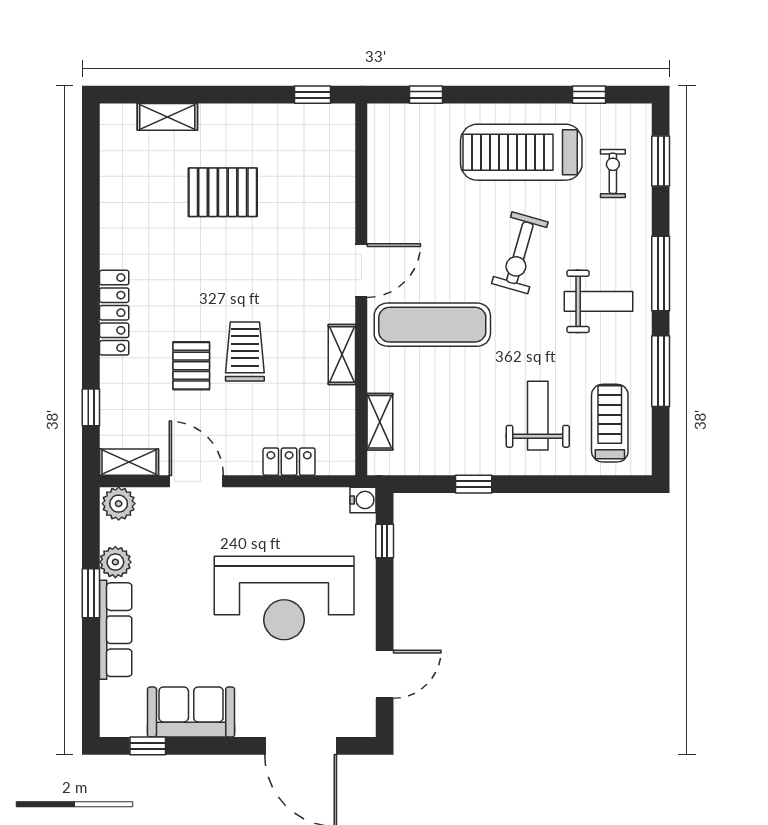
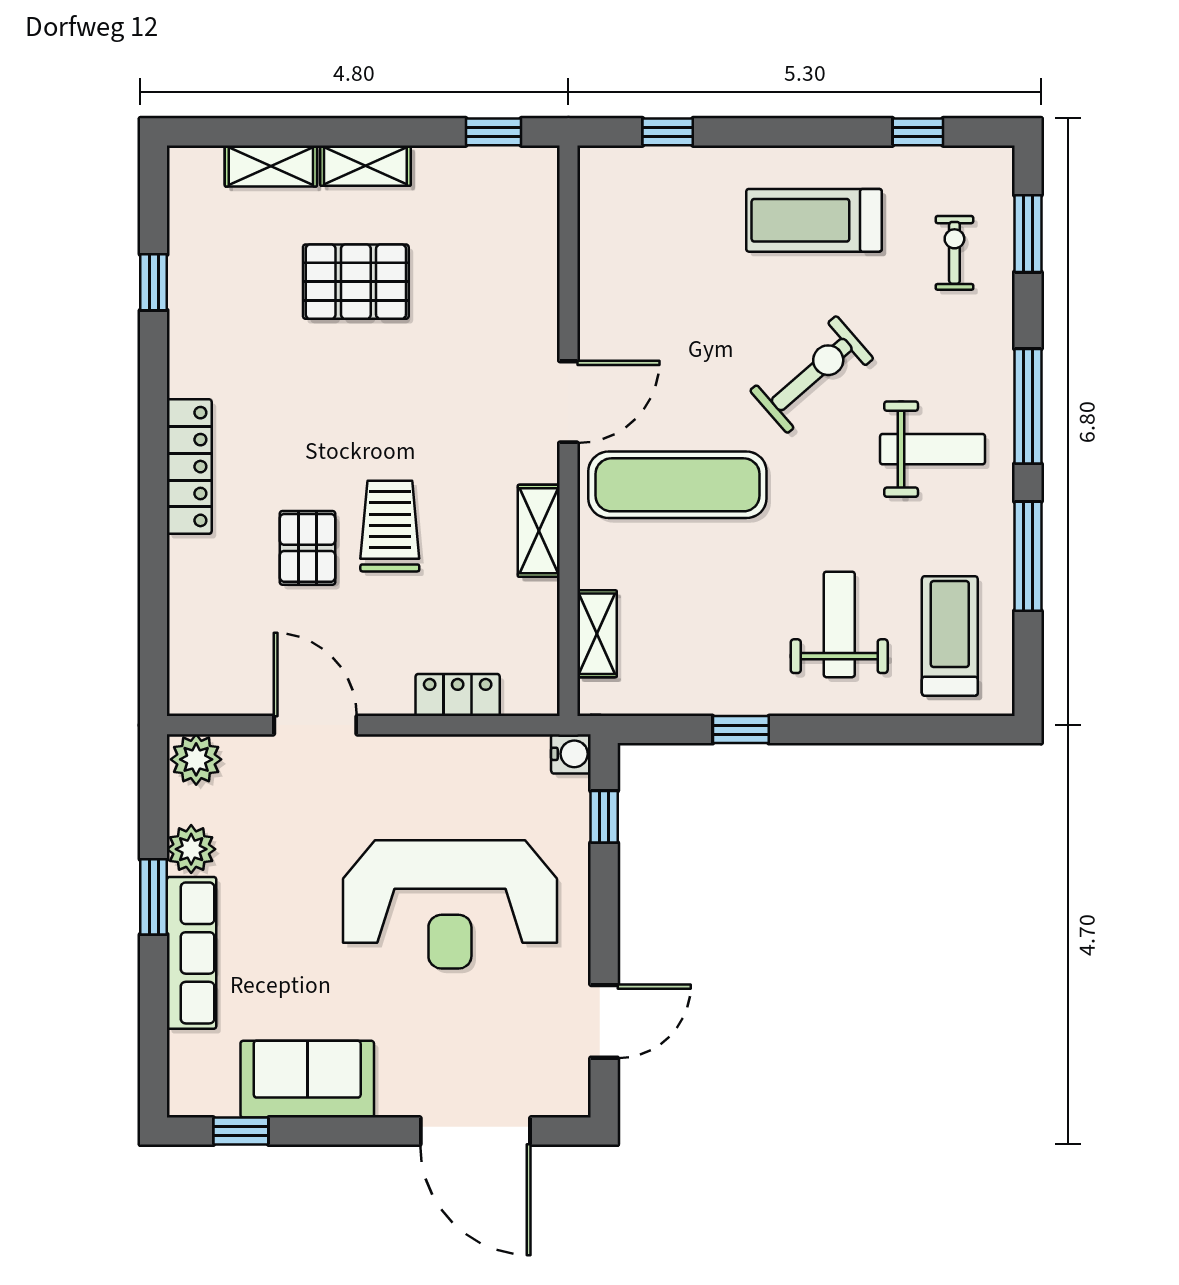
treadmill: (521, 152) -> (814, 220), width x0.73, depth x0.73
exercise bike: (520, 253) -> (812, 374), turned -147
window: (91, 407) -> (154, 282), moved
shelving: (129, 462) -> (365, 166), moved

